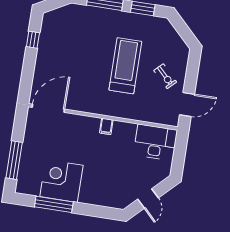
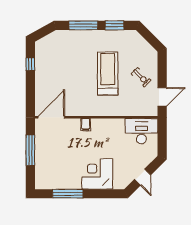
filing cabinet: (106, 126) -> (86, 125), moved
window: (14, 160) -> (30, 150), moved
corner desk: (61, 181) -> (97, 174), moved

